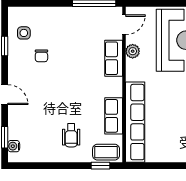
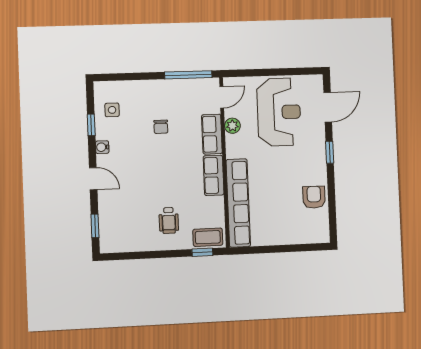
chair: (41, 56) -> (161, 127), moved
row of seats: (114, 116) -> (214, 175), moved
water cooler: (14, 146) -> (102, 147), moved

